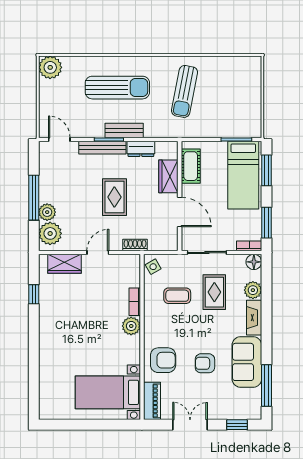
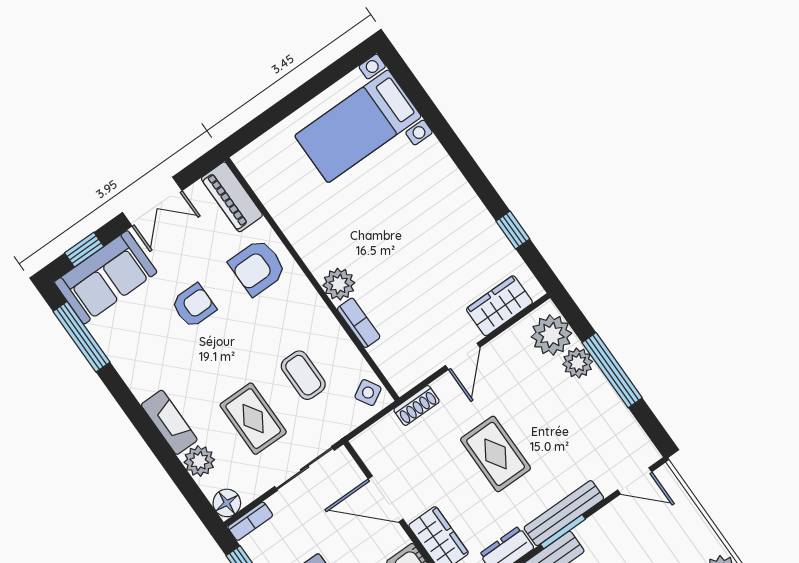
coffee table: (177, 296) -> (303, 375), turned 90
sofa: (247, 362) -> (106, 277), moved, turned 90
bed with nightstands: (108, 392) -> (358, 126), moved, turned 180

